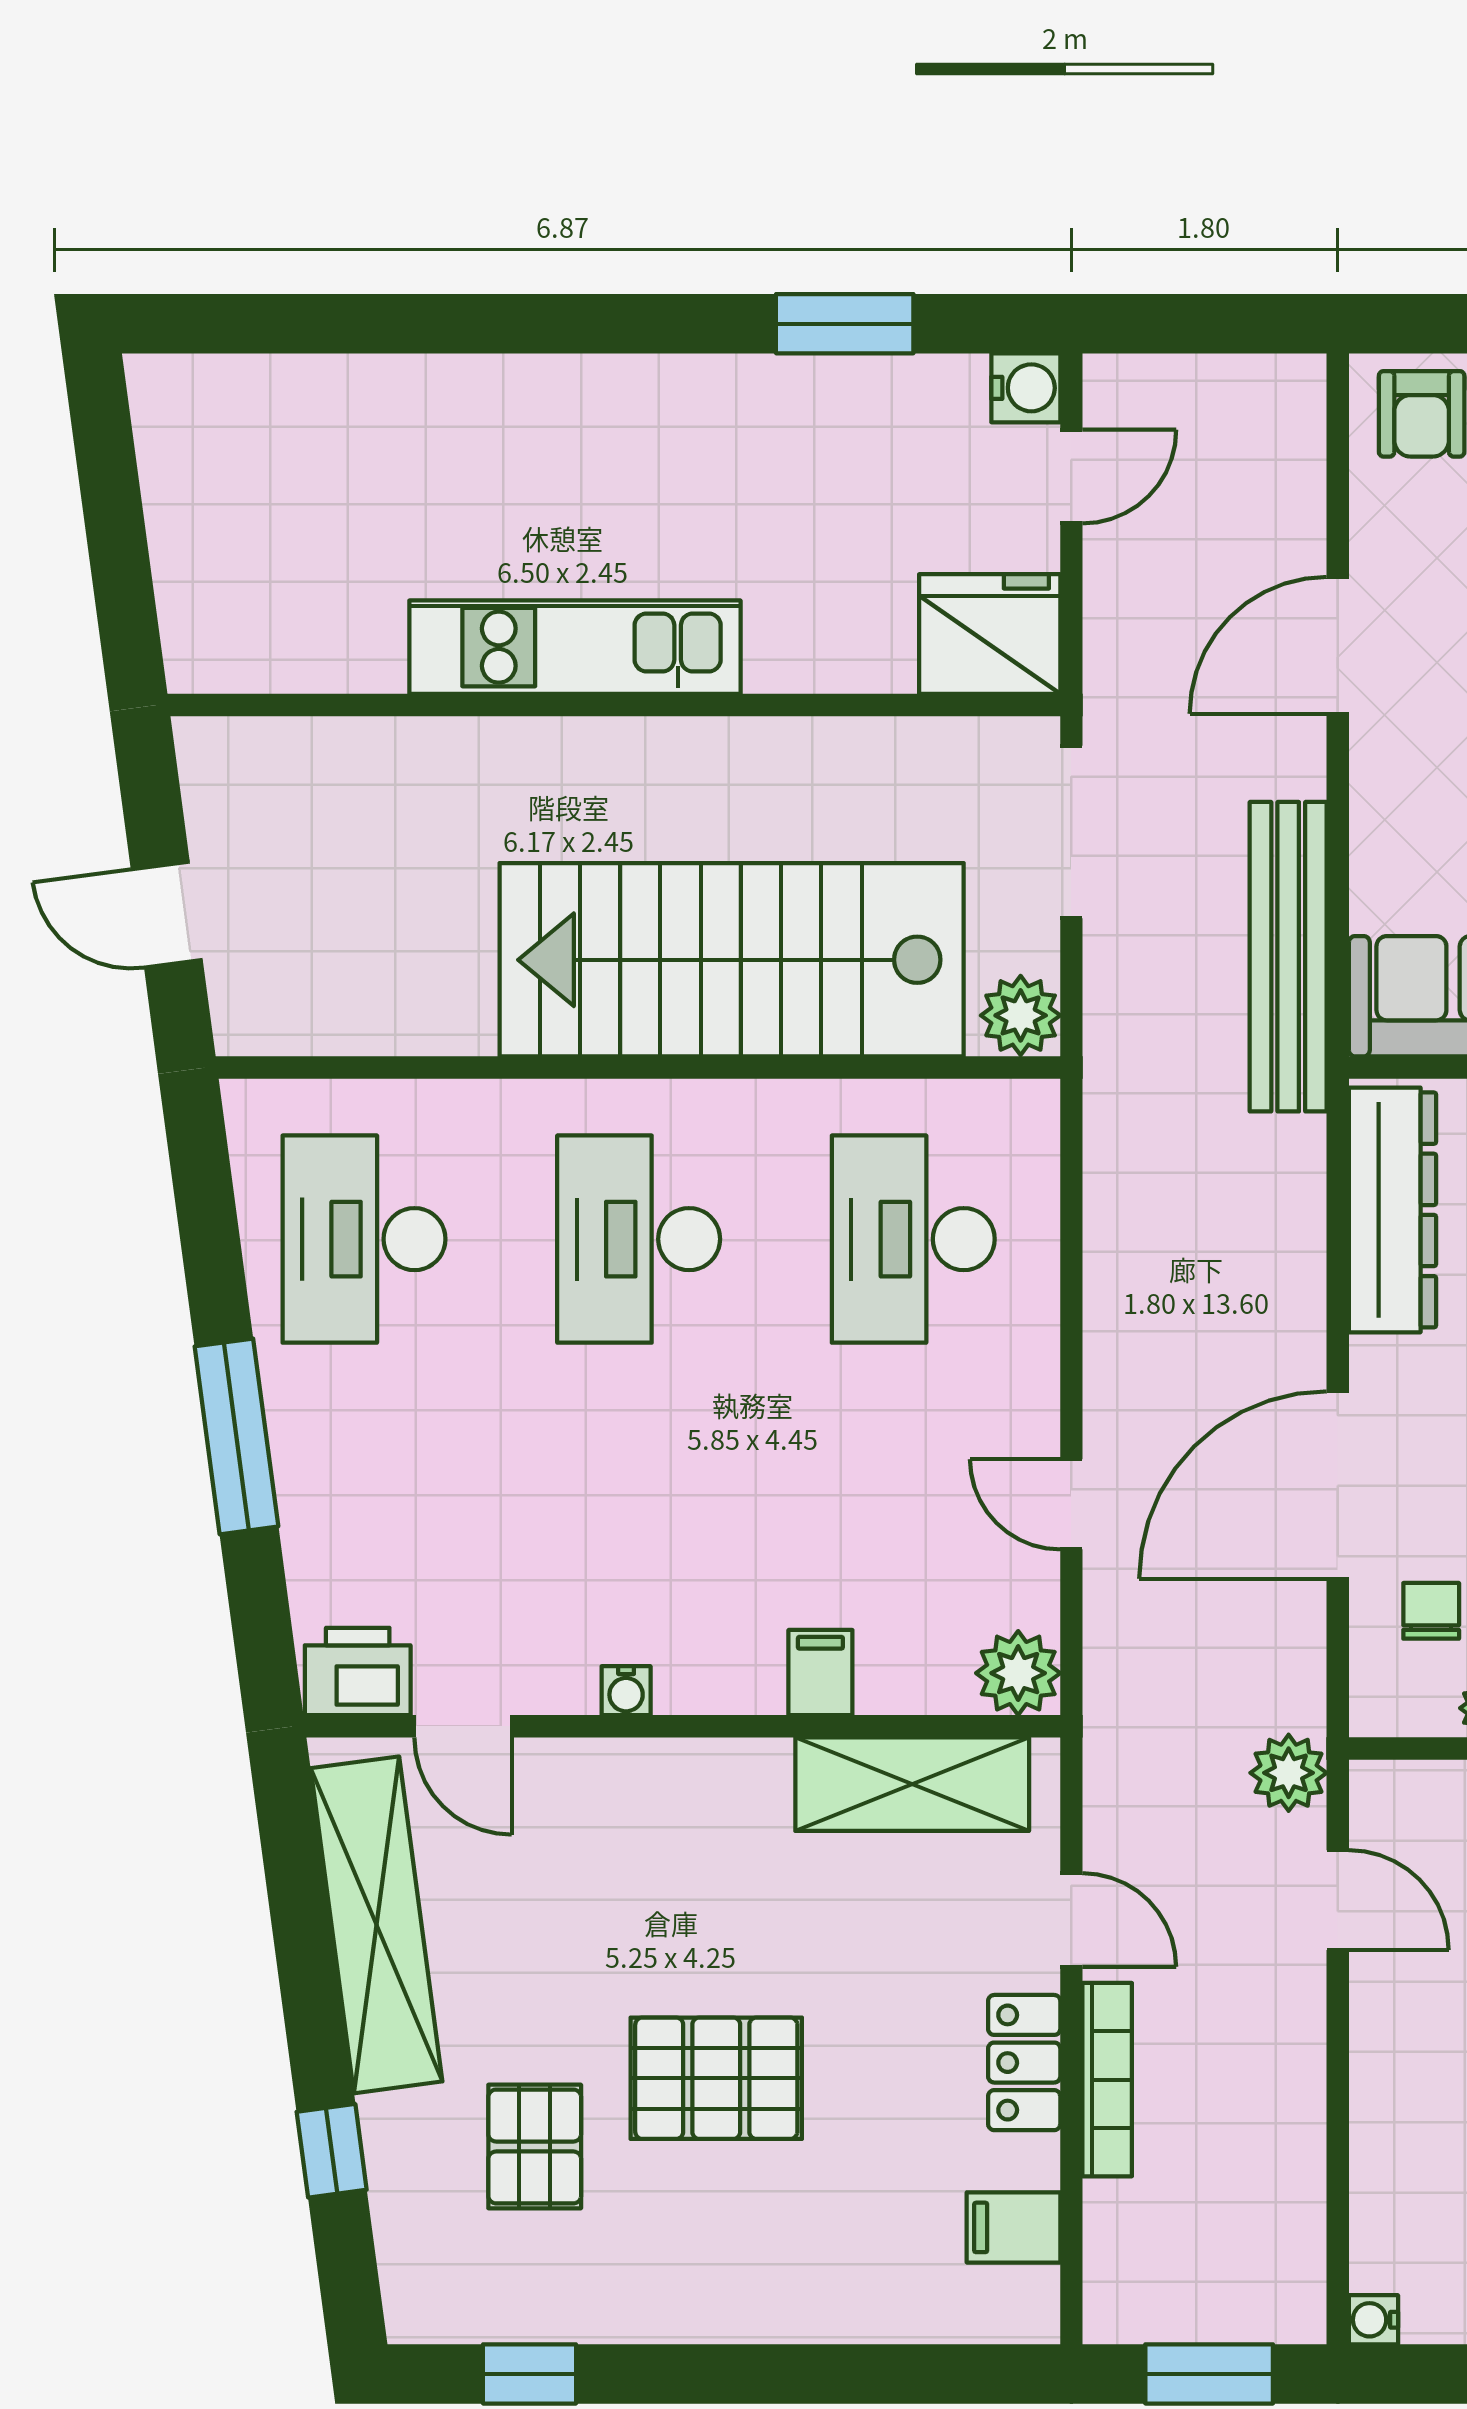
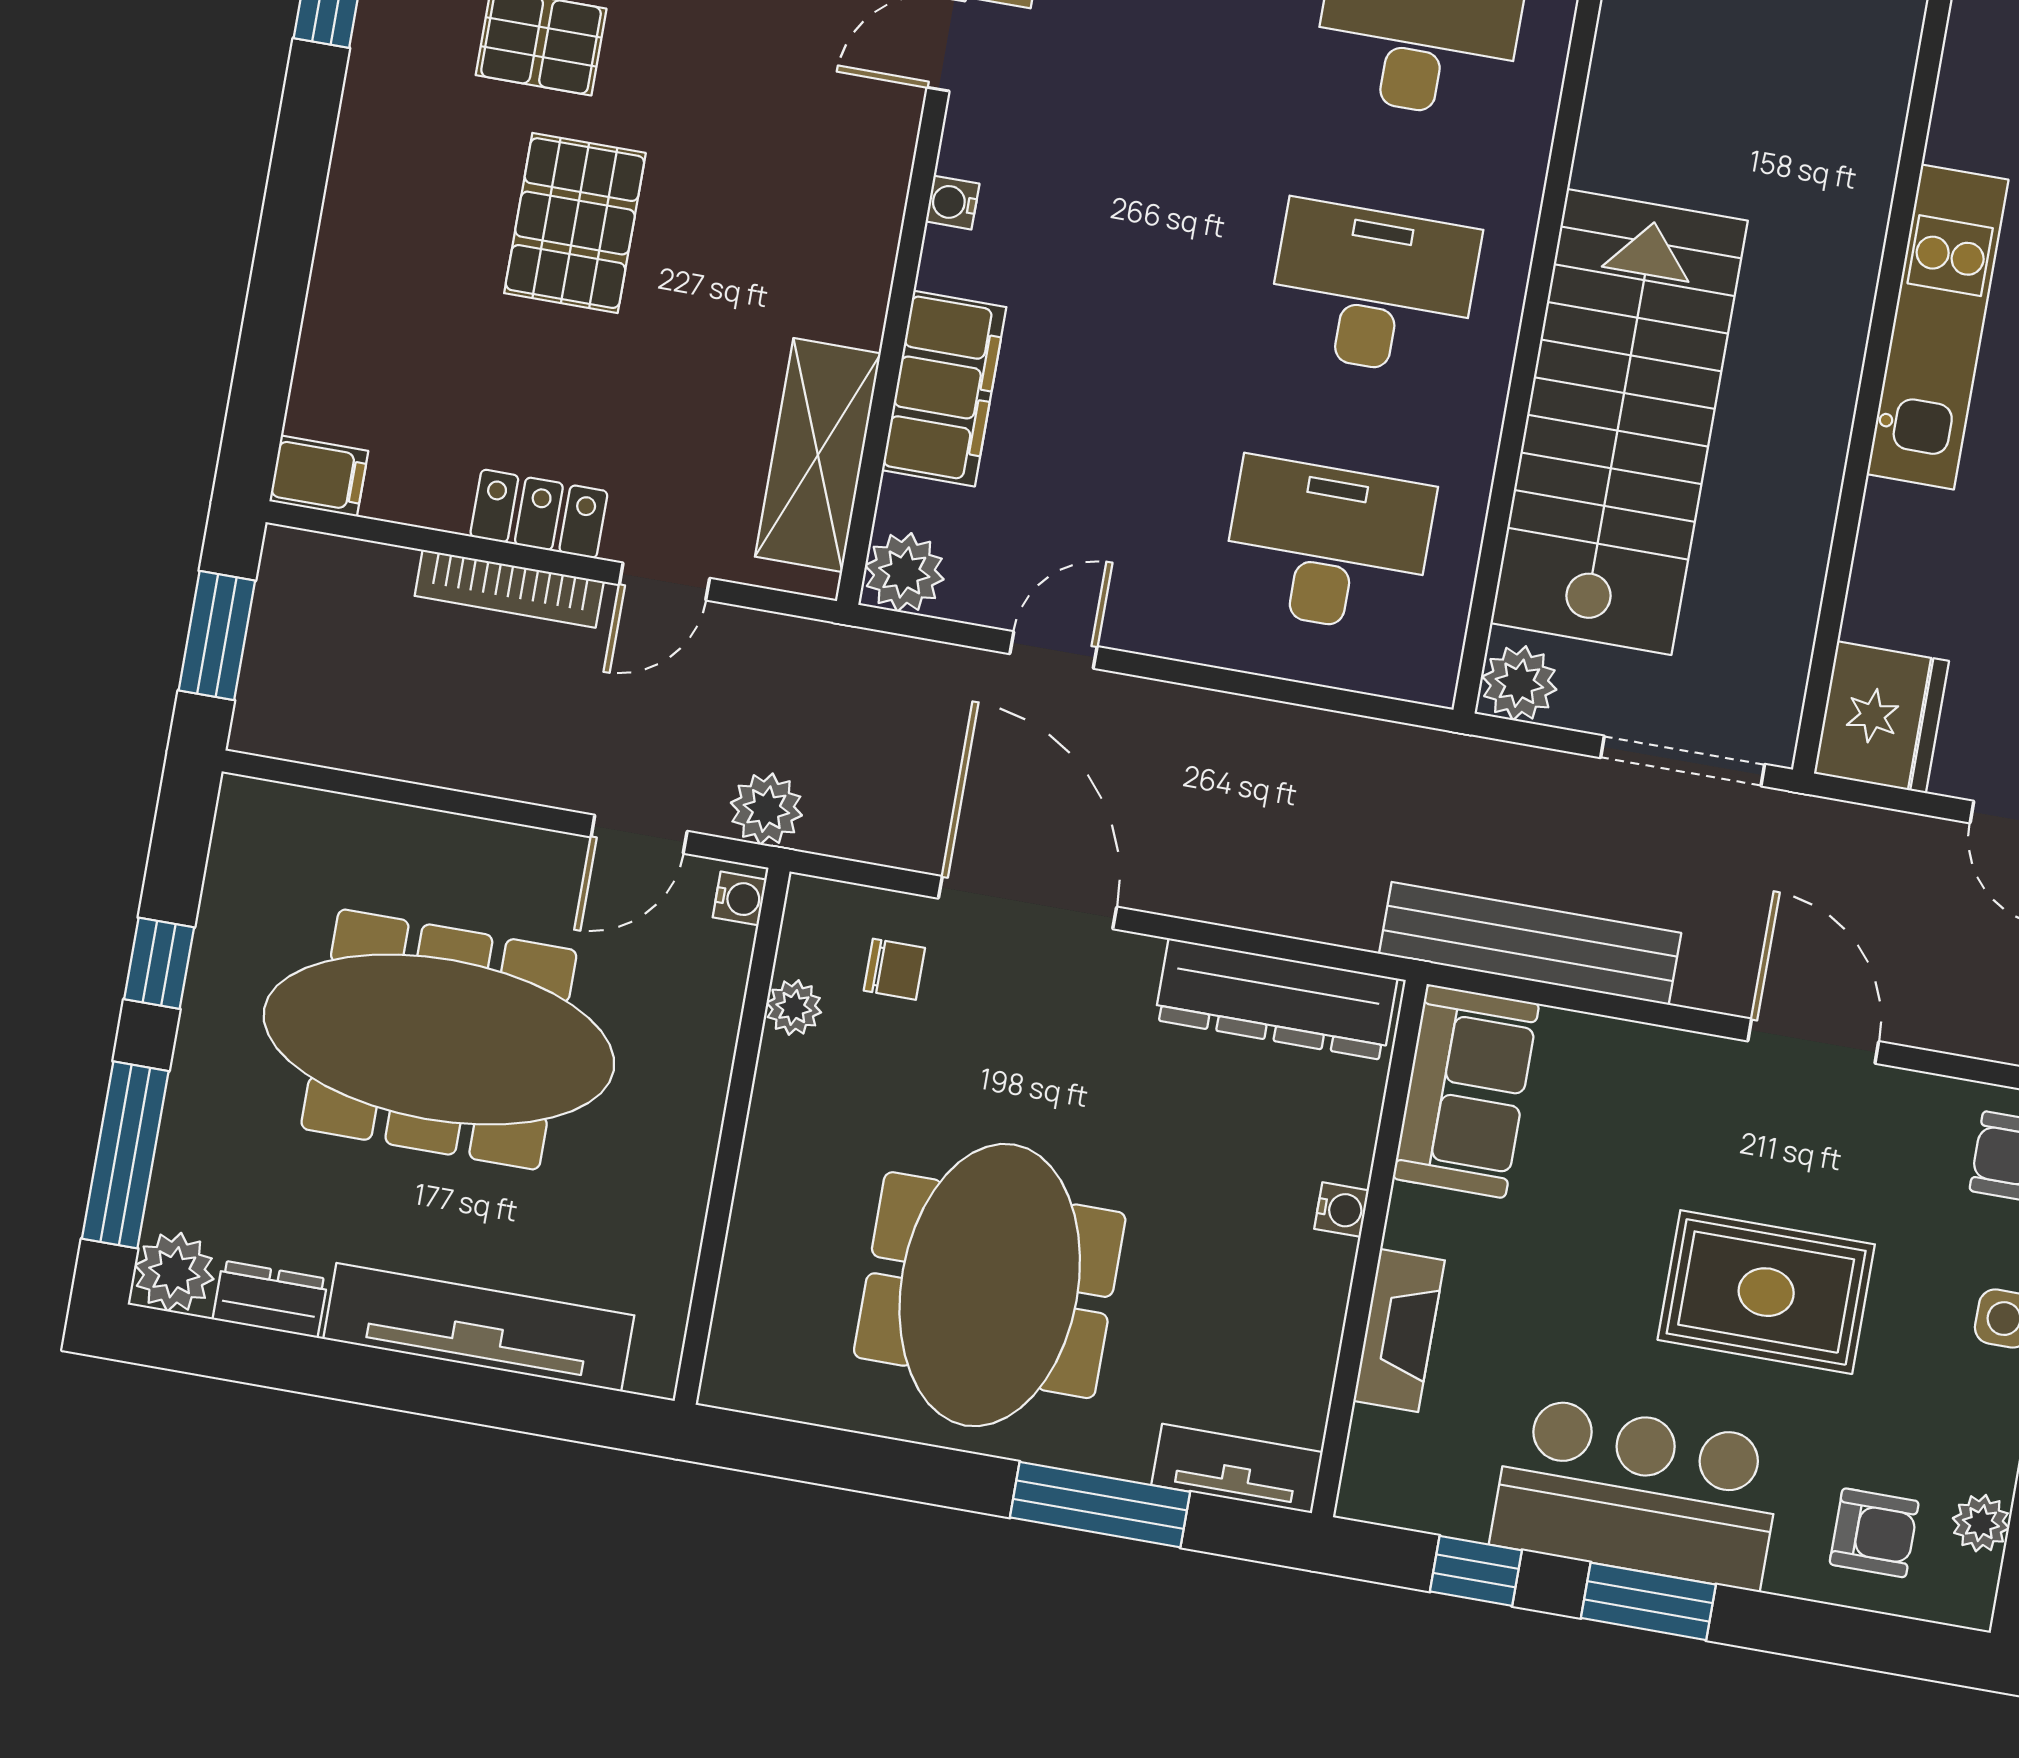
filing cabinet: (820, 1673) -> (944, 389), width x3.00, depth x1.17
filing cabinet: (1013, 2227) -> (319, 476), moved, turned 90
water cooler: (1373, 2320) -> (740, 898), moved, turned 90

